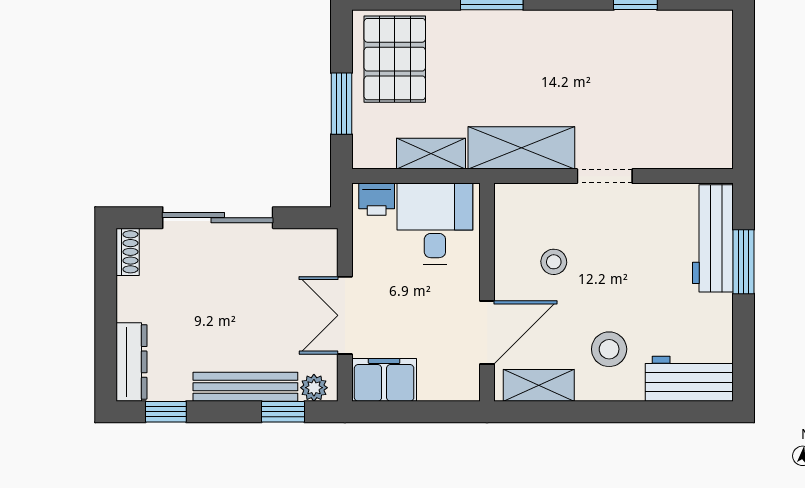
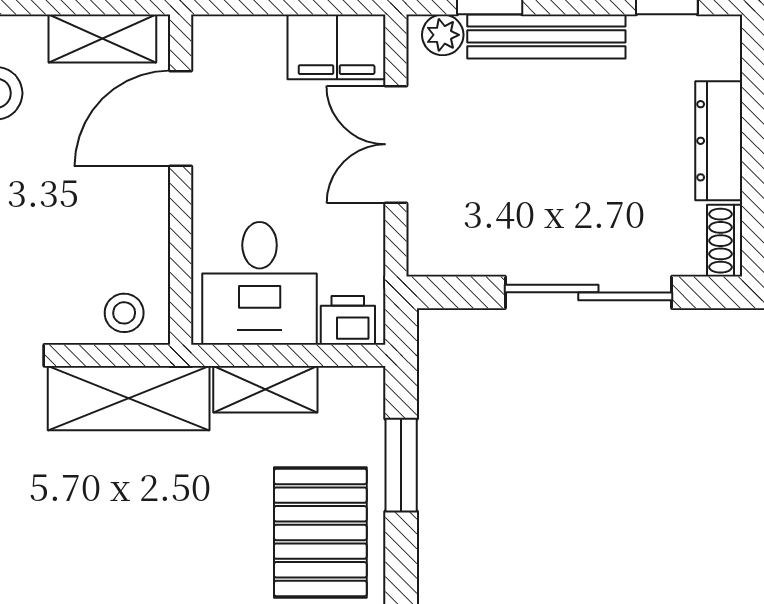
stool: (554, 262) -> (124, 313), moved
double door: (345, 315) -> (396, 144), swing flipped
dresser: (132, 362) -> (719, 141), moved

